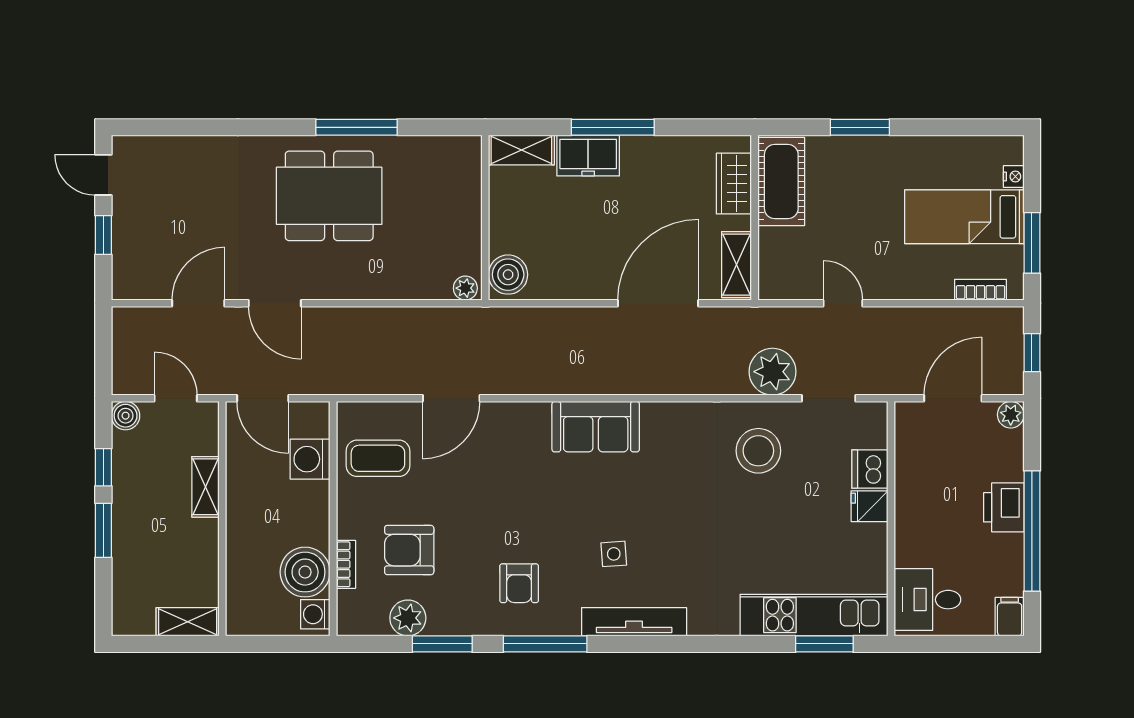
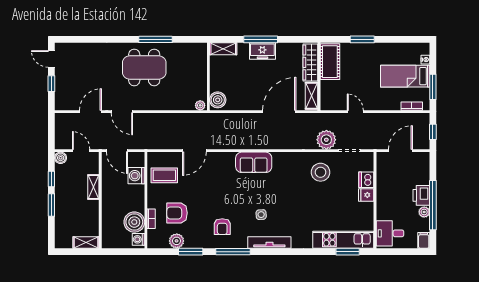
freezer: (588, 156) -> (262, 51), moved
wardrobe: (734, 184) -> (310, 62), width x1.50
plant: (1011, 415) -> (424, 212), moved

